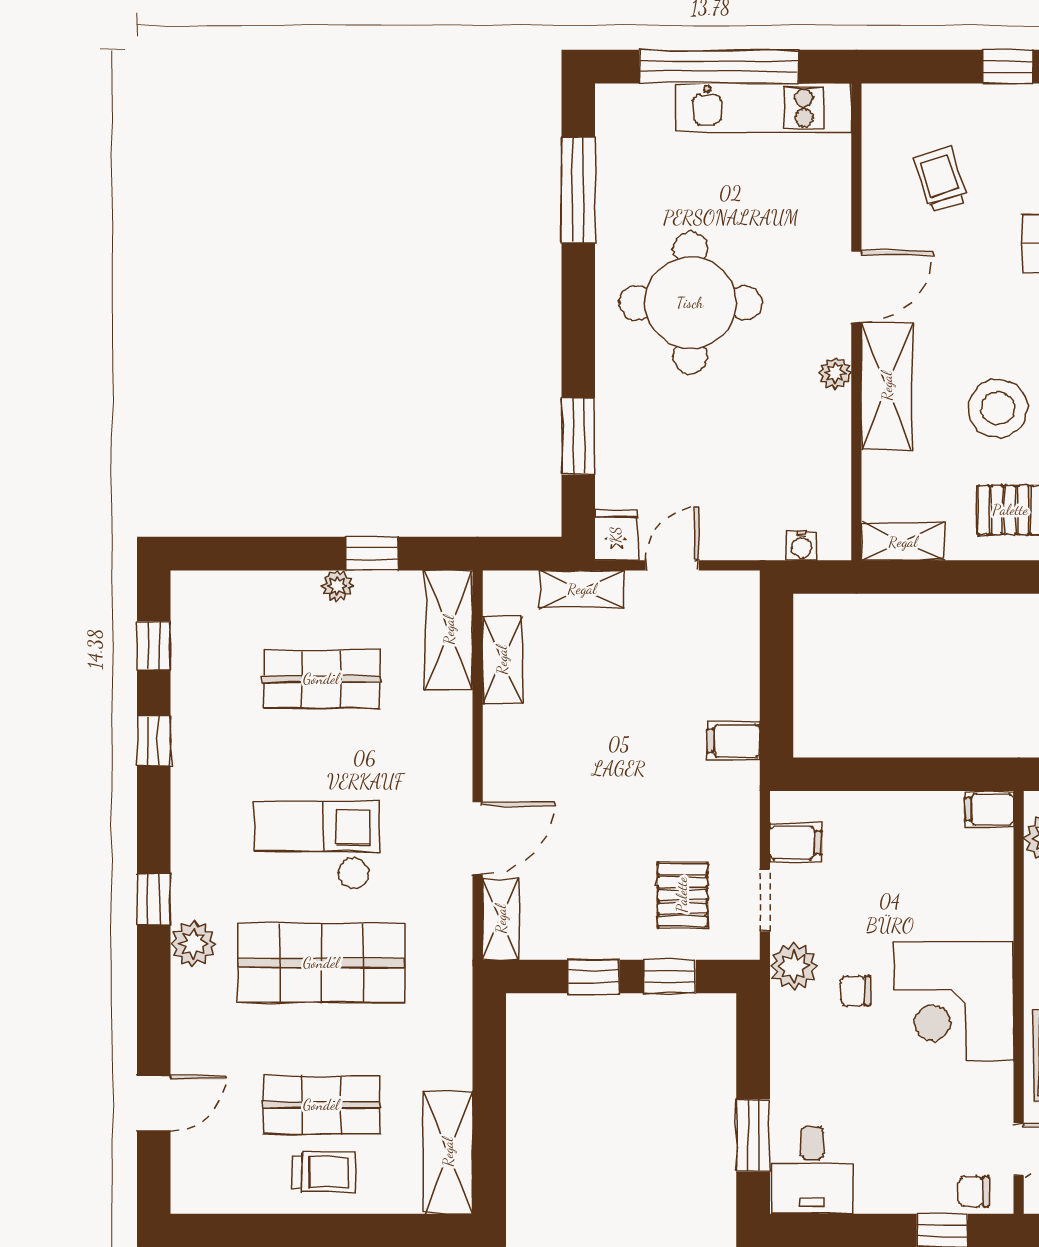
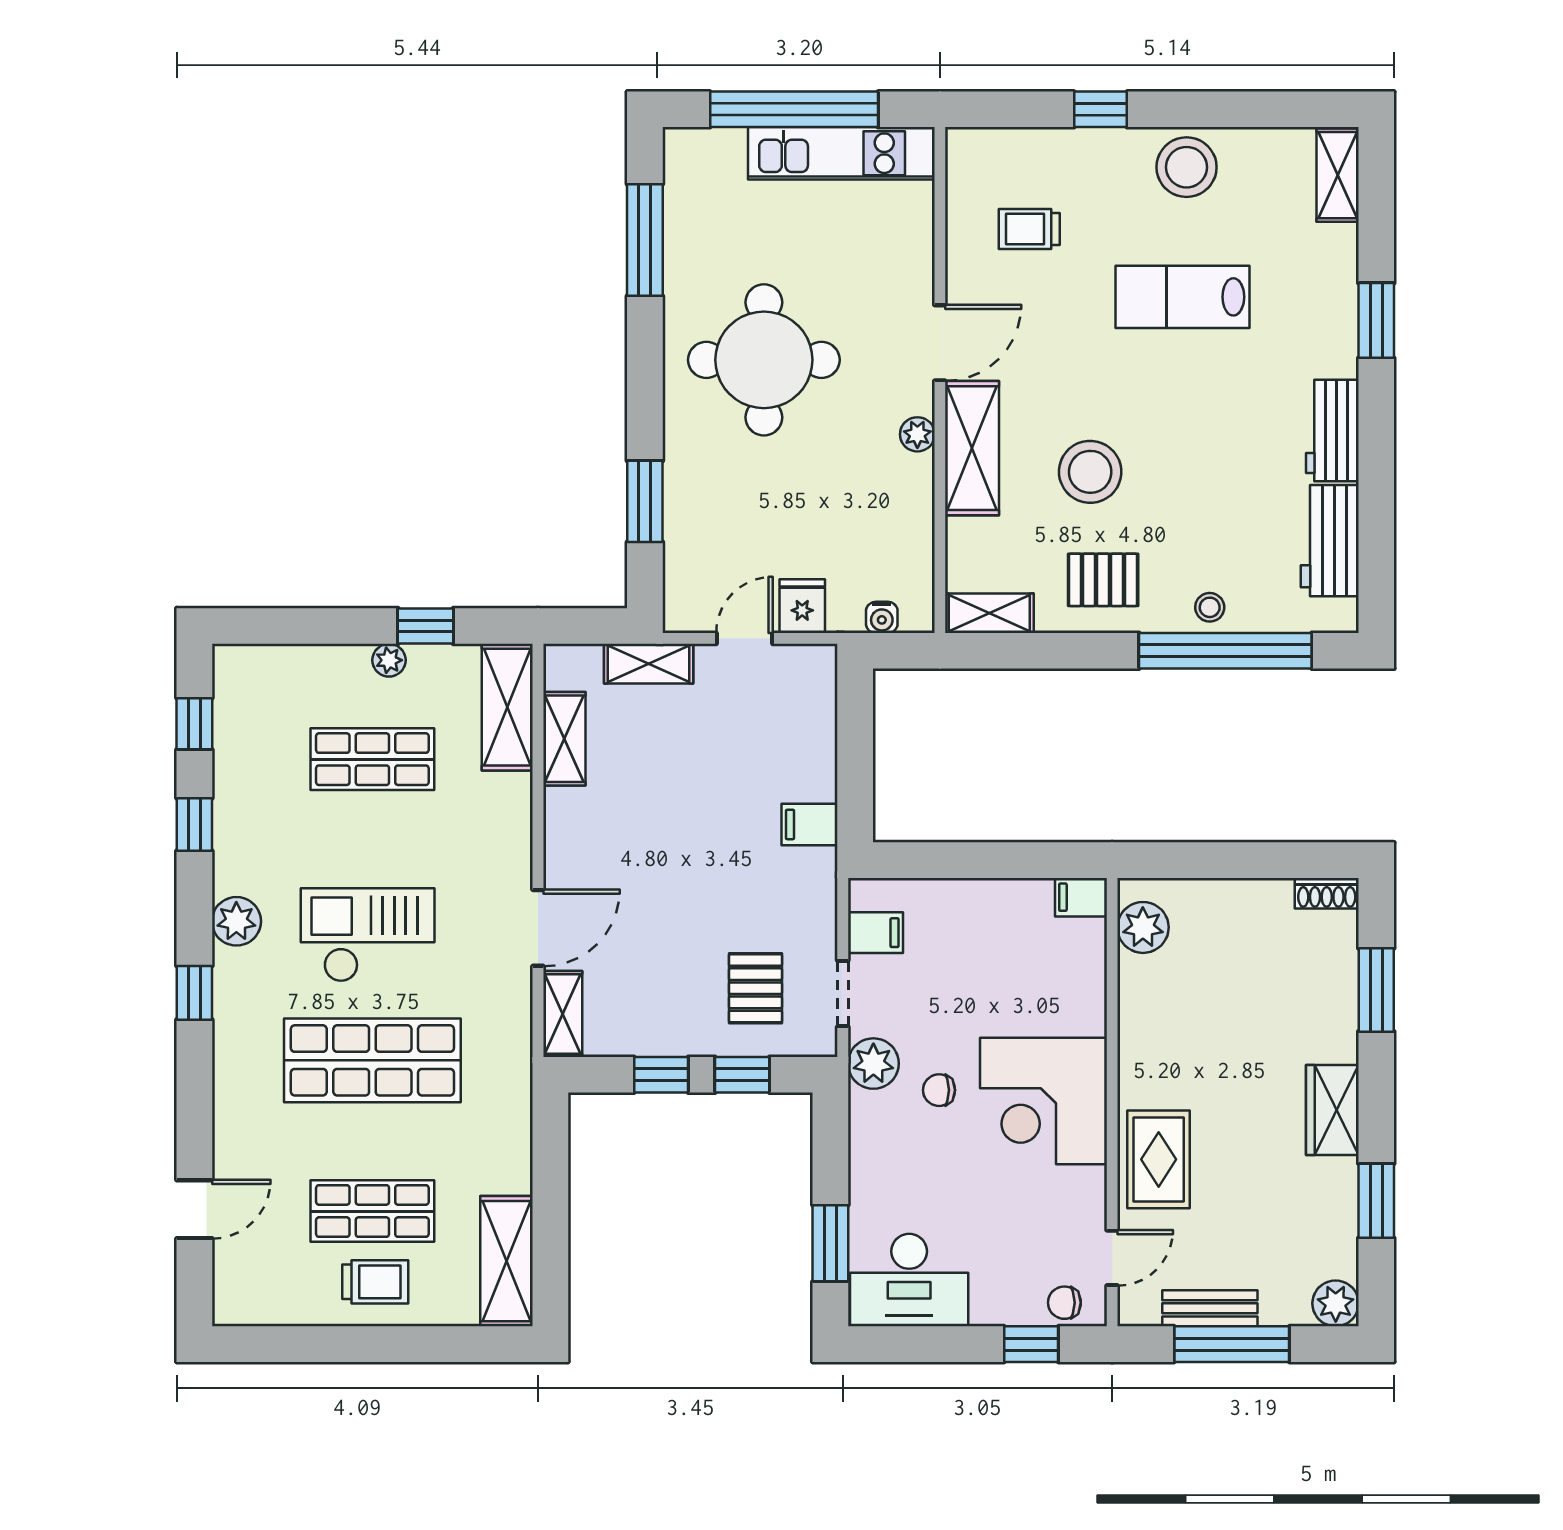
trolley: (941, 179) -> (1029, 229), turned -73
fridge: (616, 535) -> (802, 606), moved
plant: (193, 944) -> (236, 921), moved
desk: (812, 1170) -> (909, 1280), width x1.37

